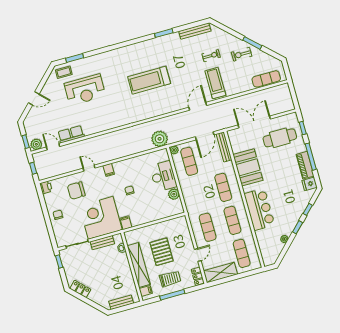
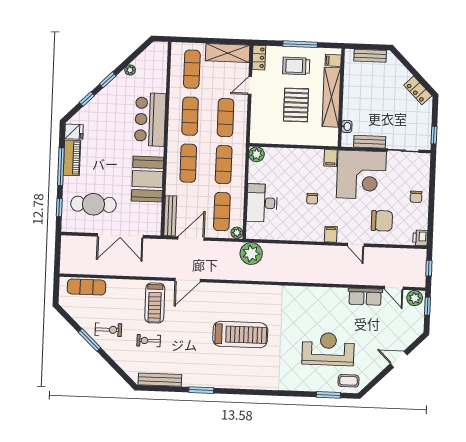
plant: (174, 194) -> (257, 154), moved
exercise mat: (198, 194) -> (224, 165), added

